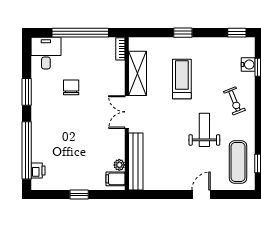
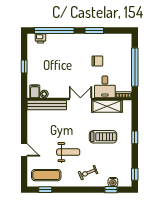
desk: (46, 53) -> (105, 87), moved, turned 90

